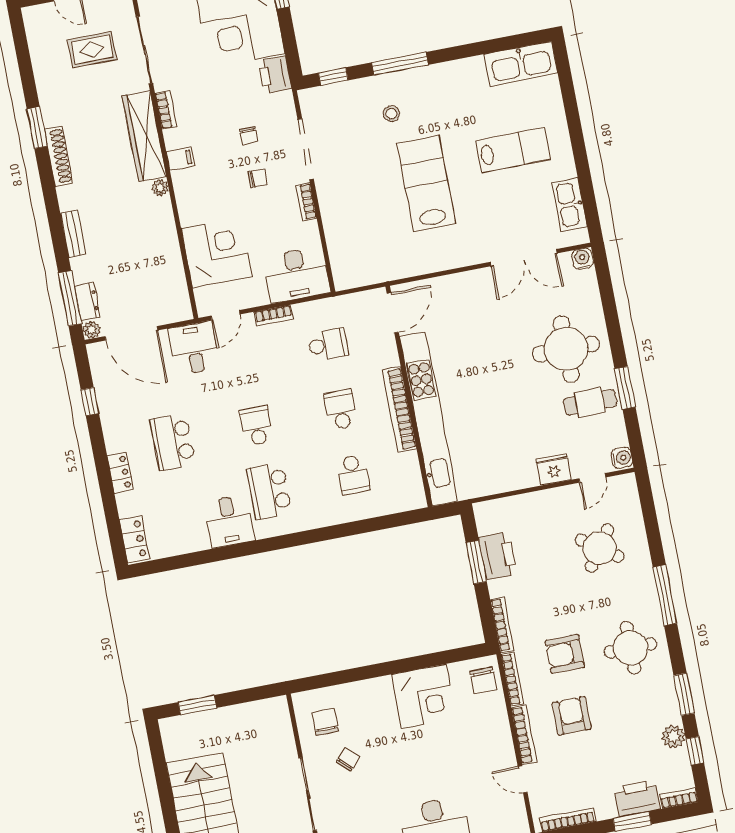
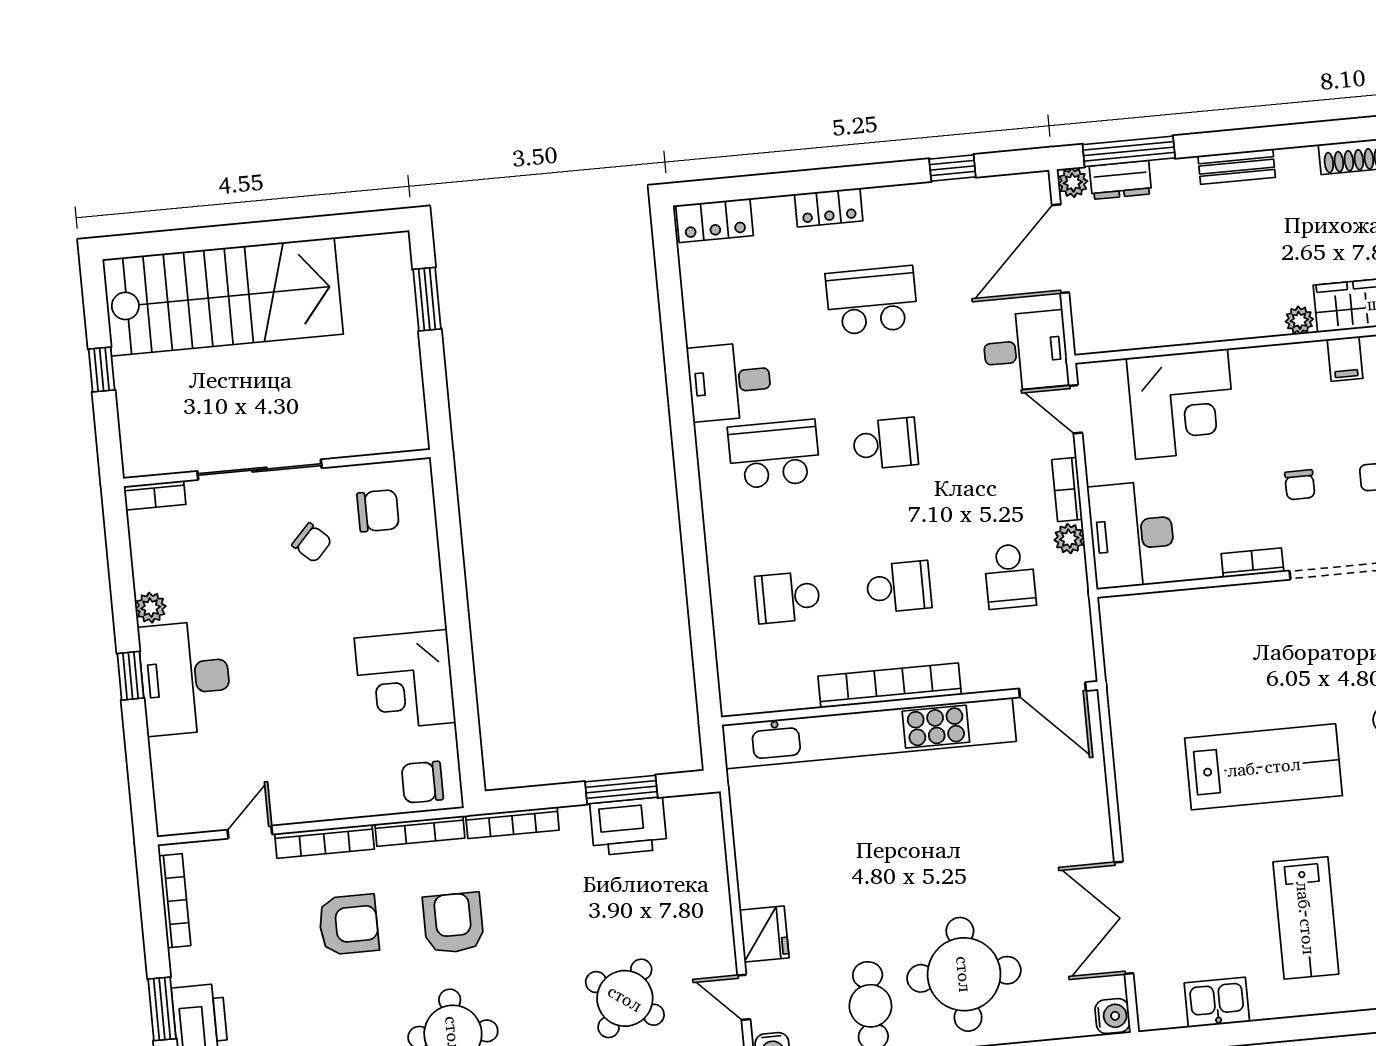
kitchen sink: (570, 204) -> (1217, 1002), width x0.73
plant: (302, 312) -> (1069, 539), added

